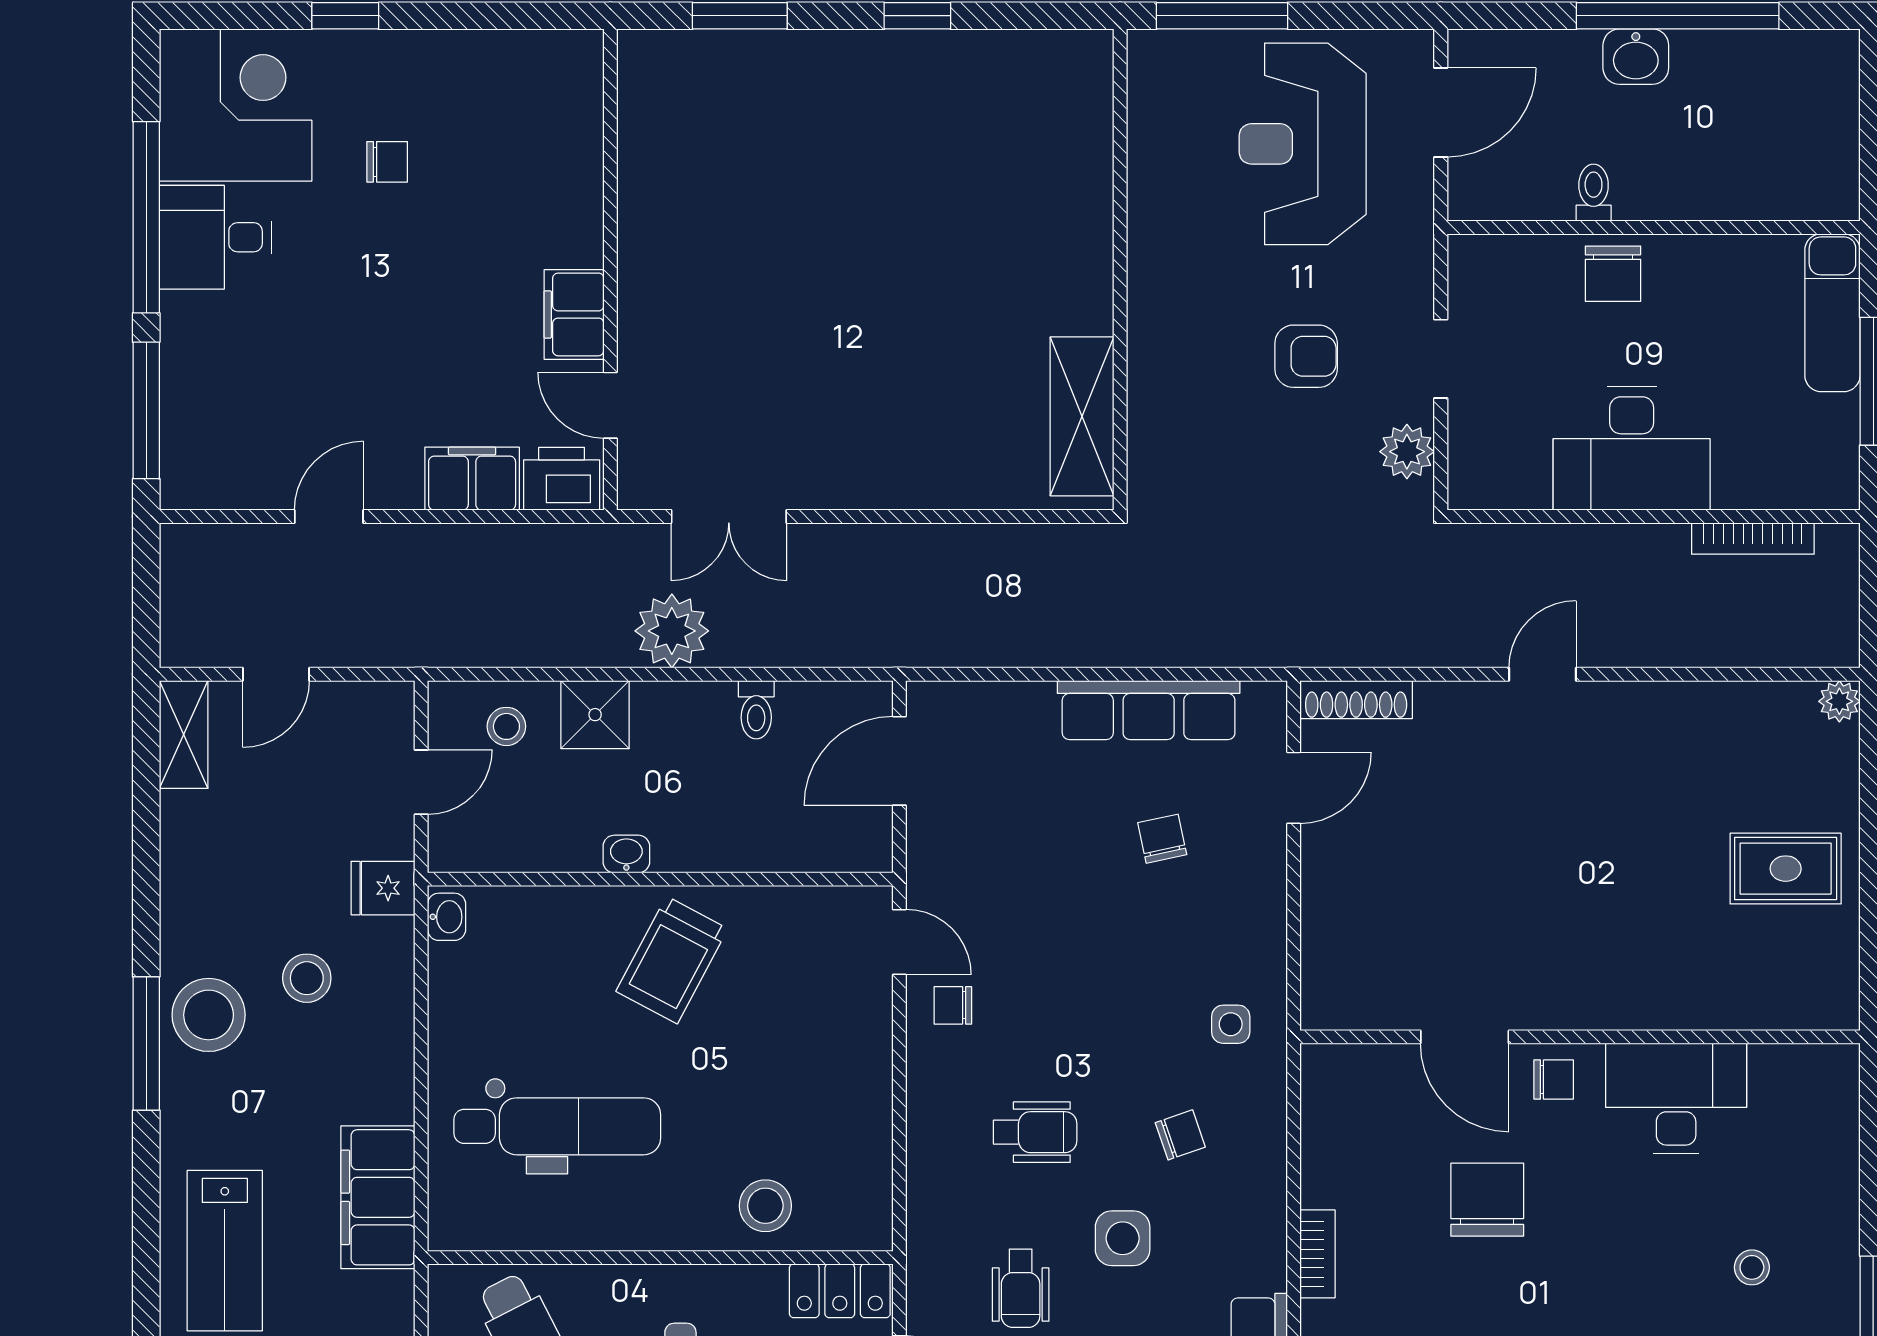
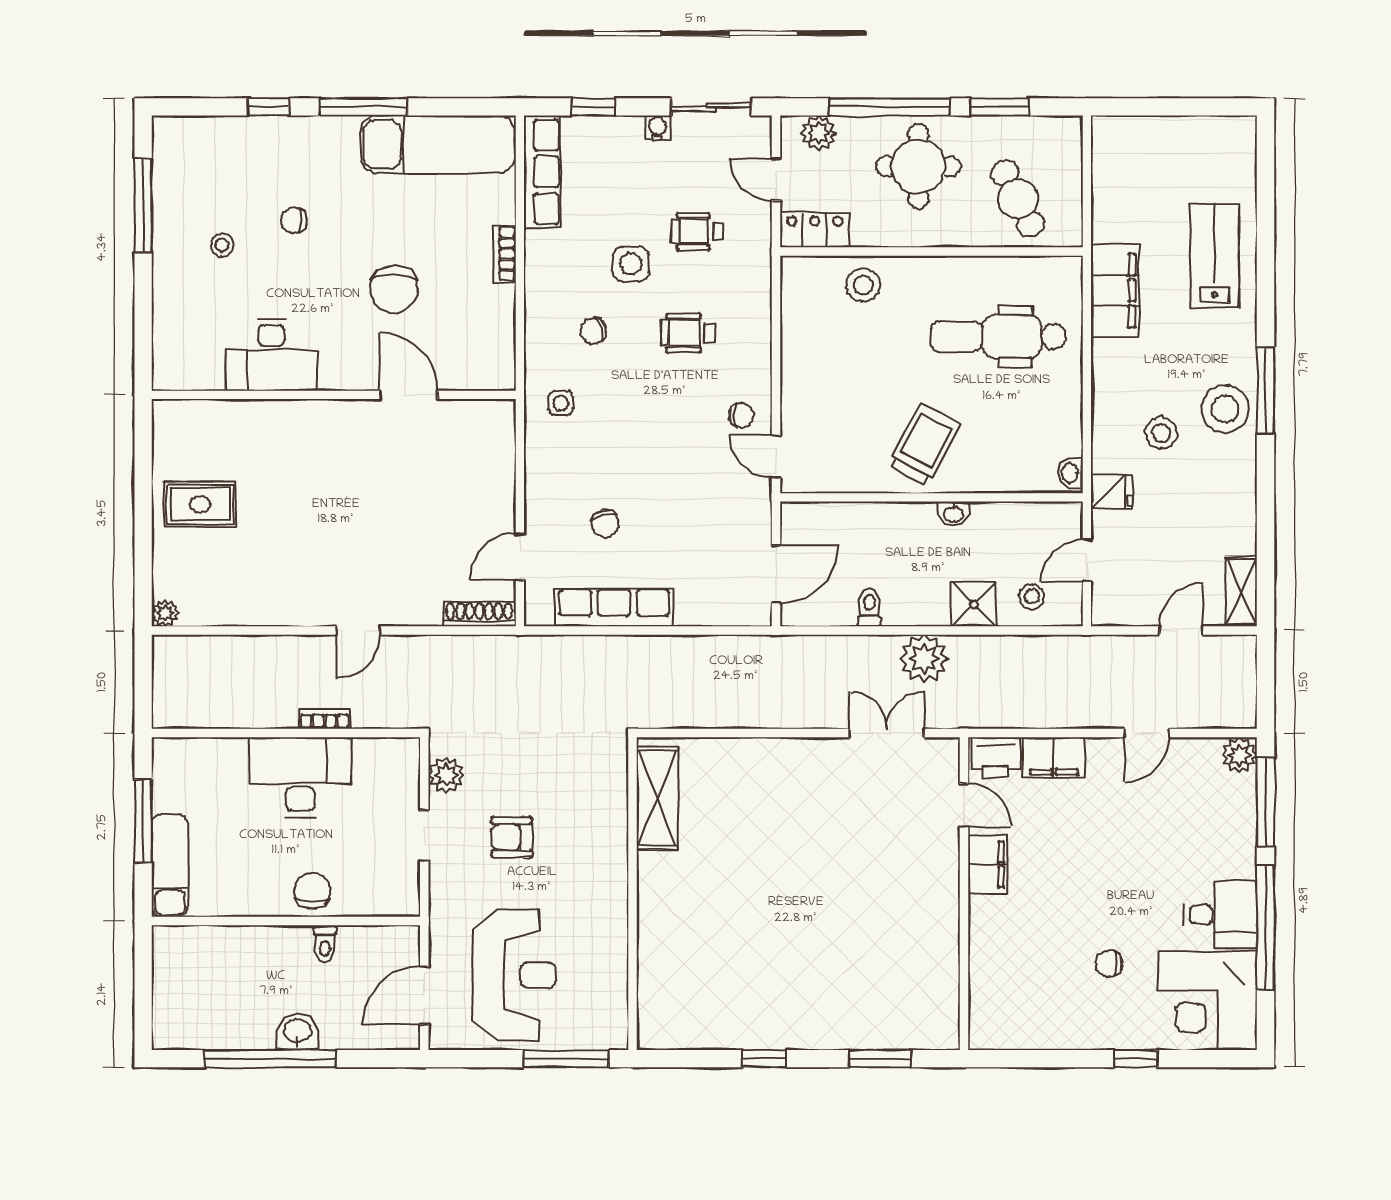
plant: (187, 483) -> (1239, 755), added
bookcase: (1753, 539) -> (325, 719), moved, width x0.64
chair: (1554, 1080) -> (294, 220), moved
wheelchair: (1021, 1288) -> (697, 231), turned -90

